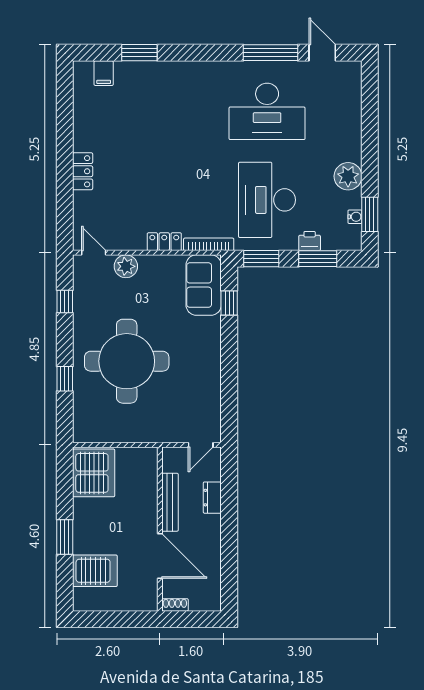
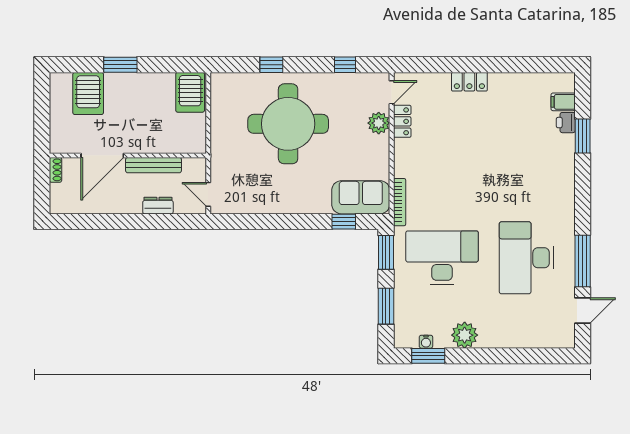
printer: (310, 241) -> (566, 123), moved, turned 180
locker: (164, 242) -> (402, 121), moved
server rack: (94, 473) -> (190, 92), width x0.62

